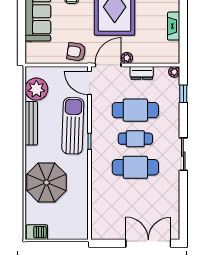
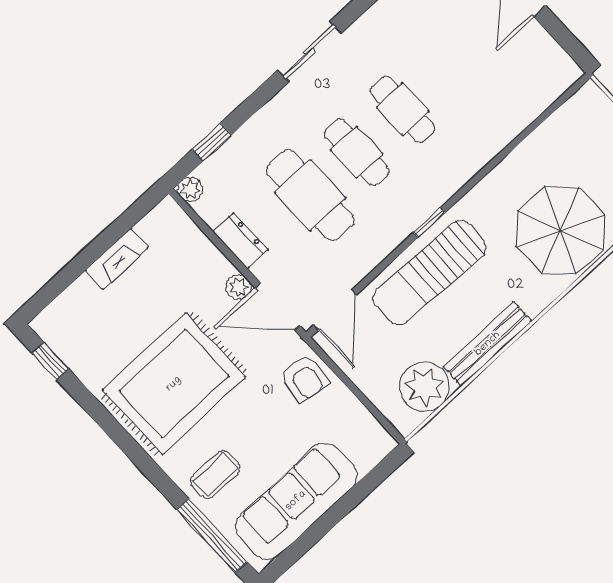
cafe table: (135, 167) -> (403, 109), width x0.73, depth x0.74

